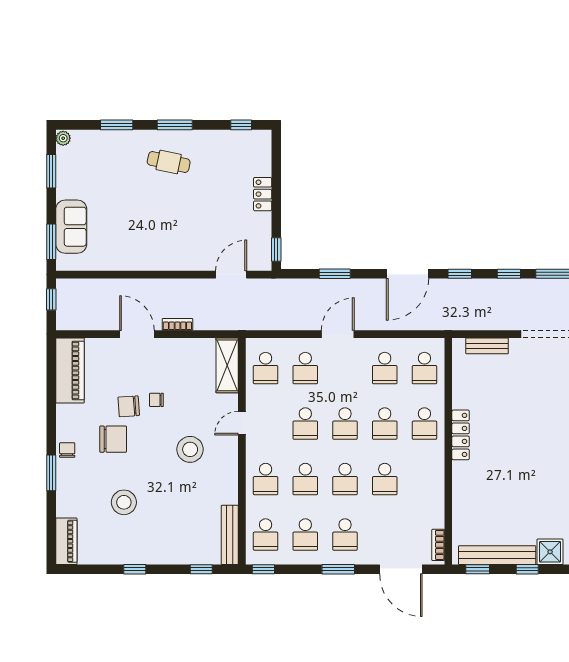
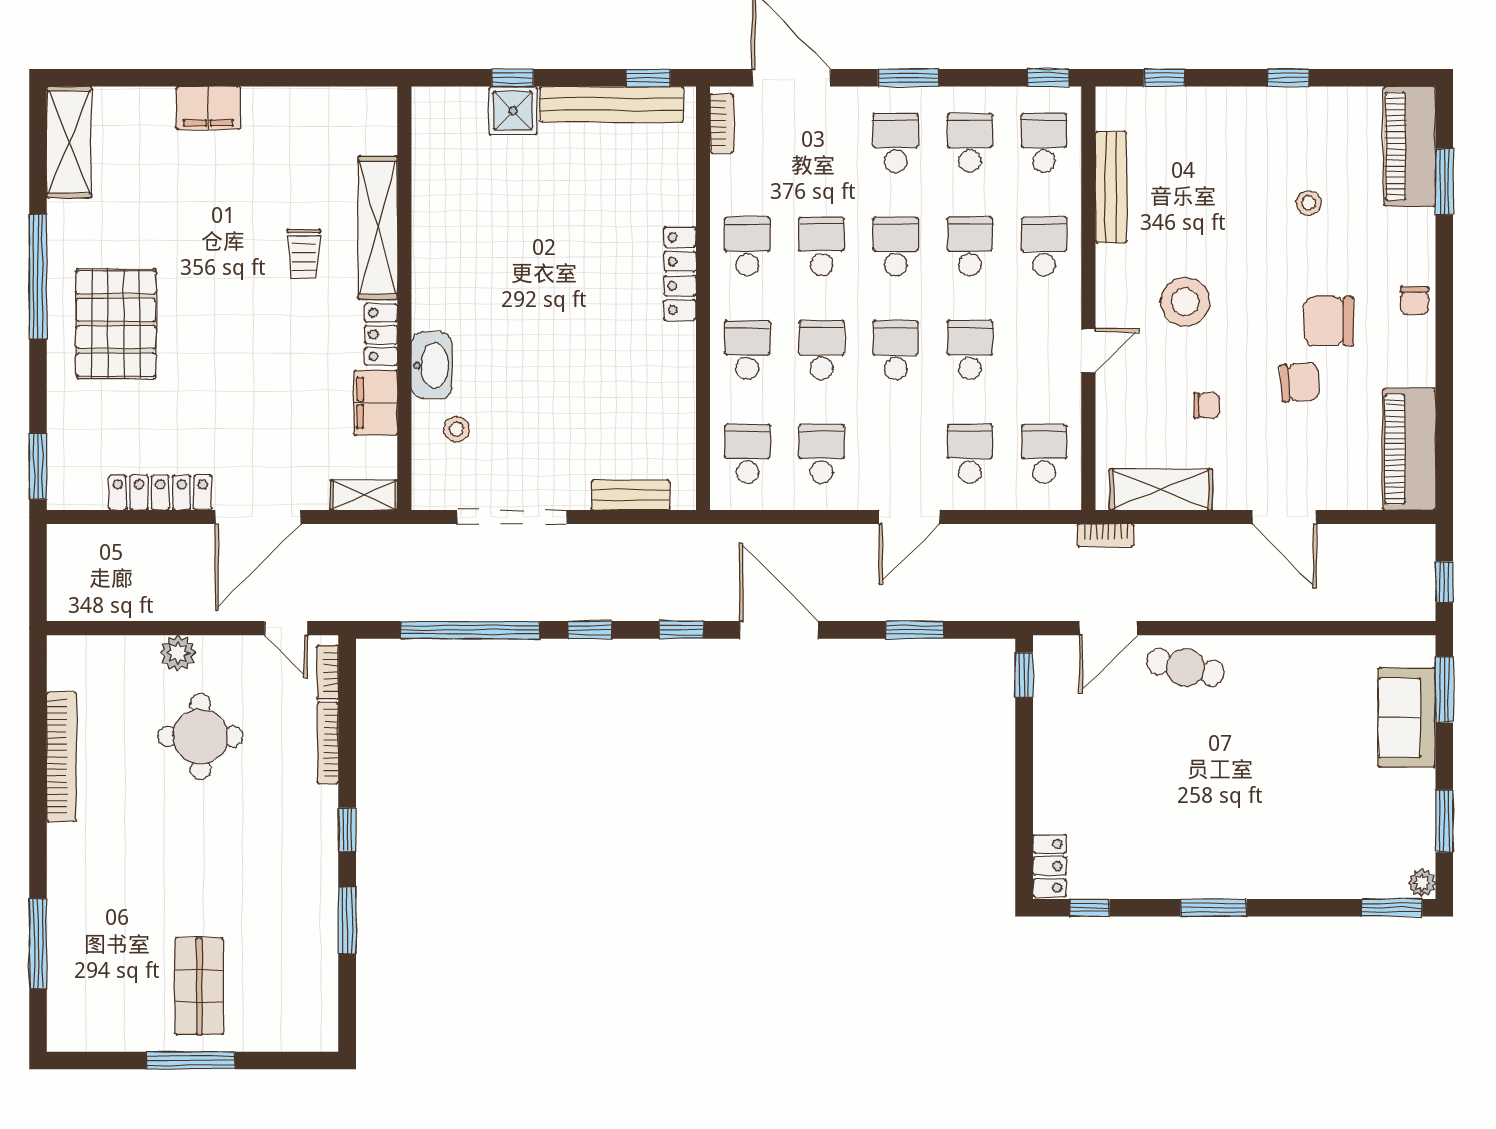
window: (117, 125) -> (1392, 908), moved
cafe table: (169, 162) -> (1185, 667), moved
locker: (263, 194) -> (1050, 866), moved
door: (407, 274) -> (779, 630), hinge flipped
bookcase: (177, 324) -> (1106, 535), moved
shelving: (227, 365) -> (1161, 490), moved, turned 90
chair: (156, 400) -> (1206, 406), moved
locker: (461, 435) -> (680, 274), moved
window: (51, 473) -> (1444, 182), moved
school desk: (424, 479) -> (747, 246), added
stool: (124, 502) -> (1309, 203), width x0.53, depth x0.53
bench: (230, 535) -> (1111, 187), moved
piano: (66, 541) -> (1410, 146), width x1.37, depth x1.33
window: (527, 569) -> (513, 78), moved

